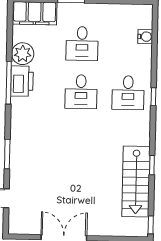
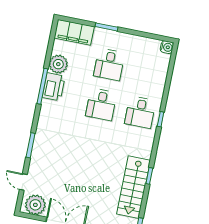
water cooler: (145, 37) -> (167, 47), moved
plant: (25, 222) -> (35, 205), added

